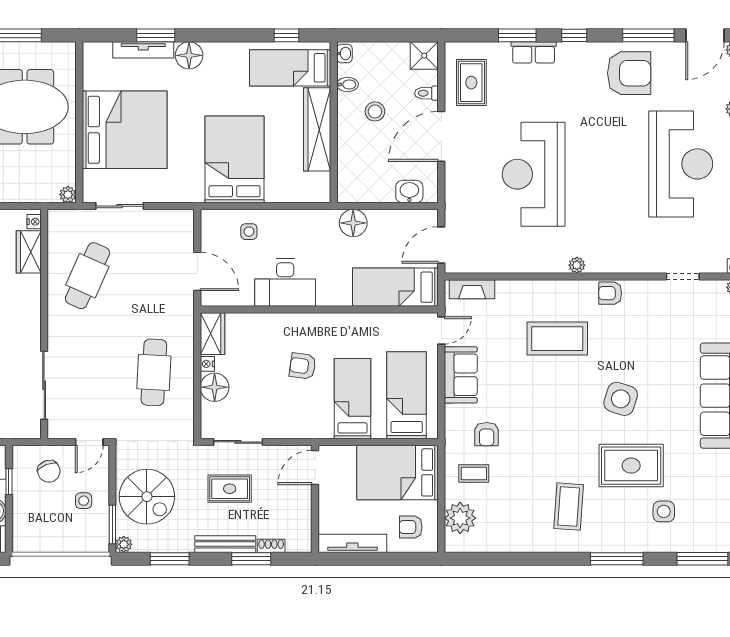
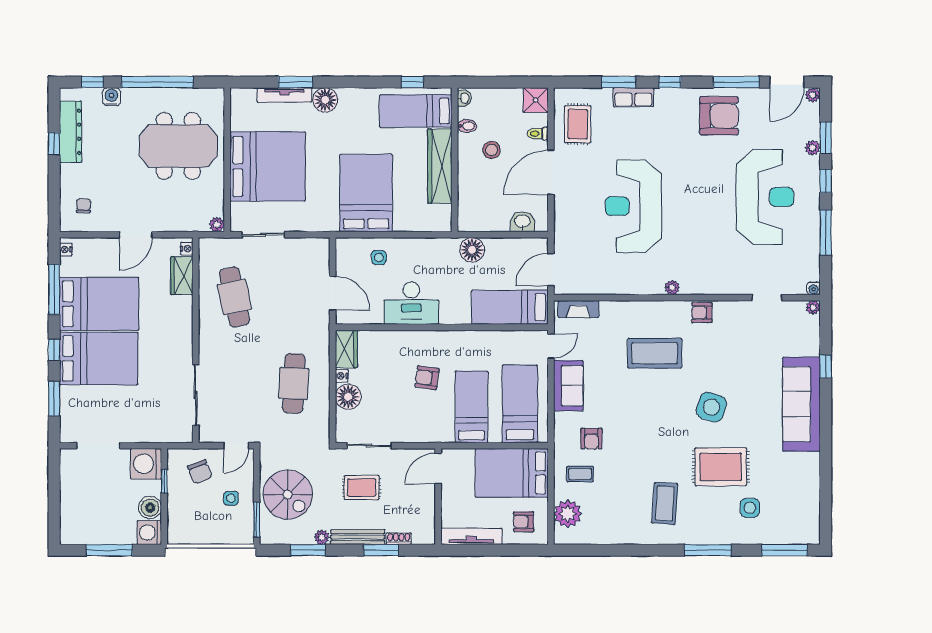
cafe table: (87, 276) -> (234, 297), turned -36
plant: (124, 544) -> (322, 537), moved

